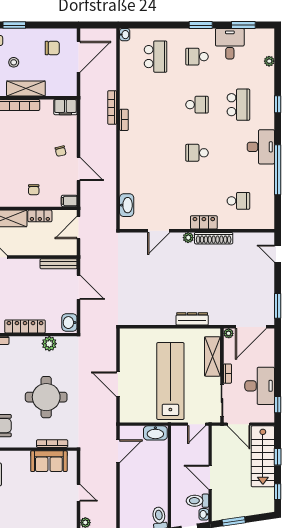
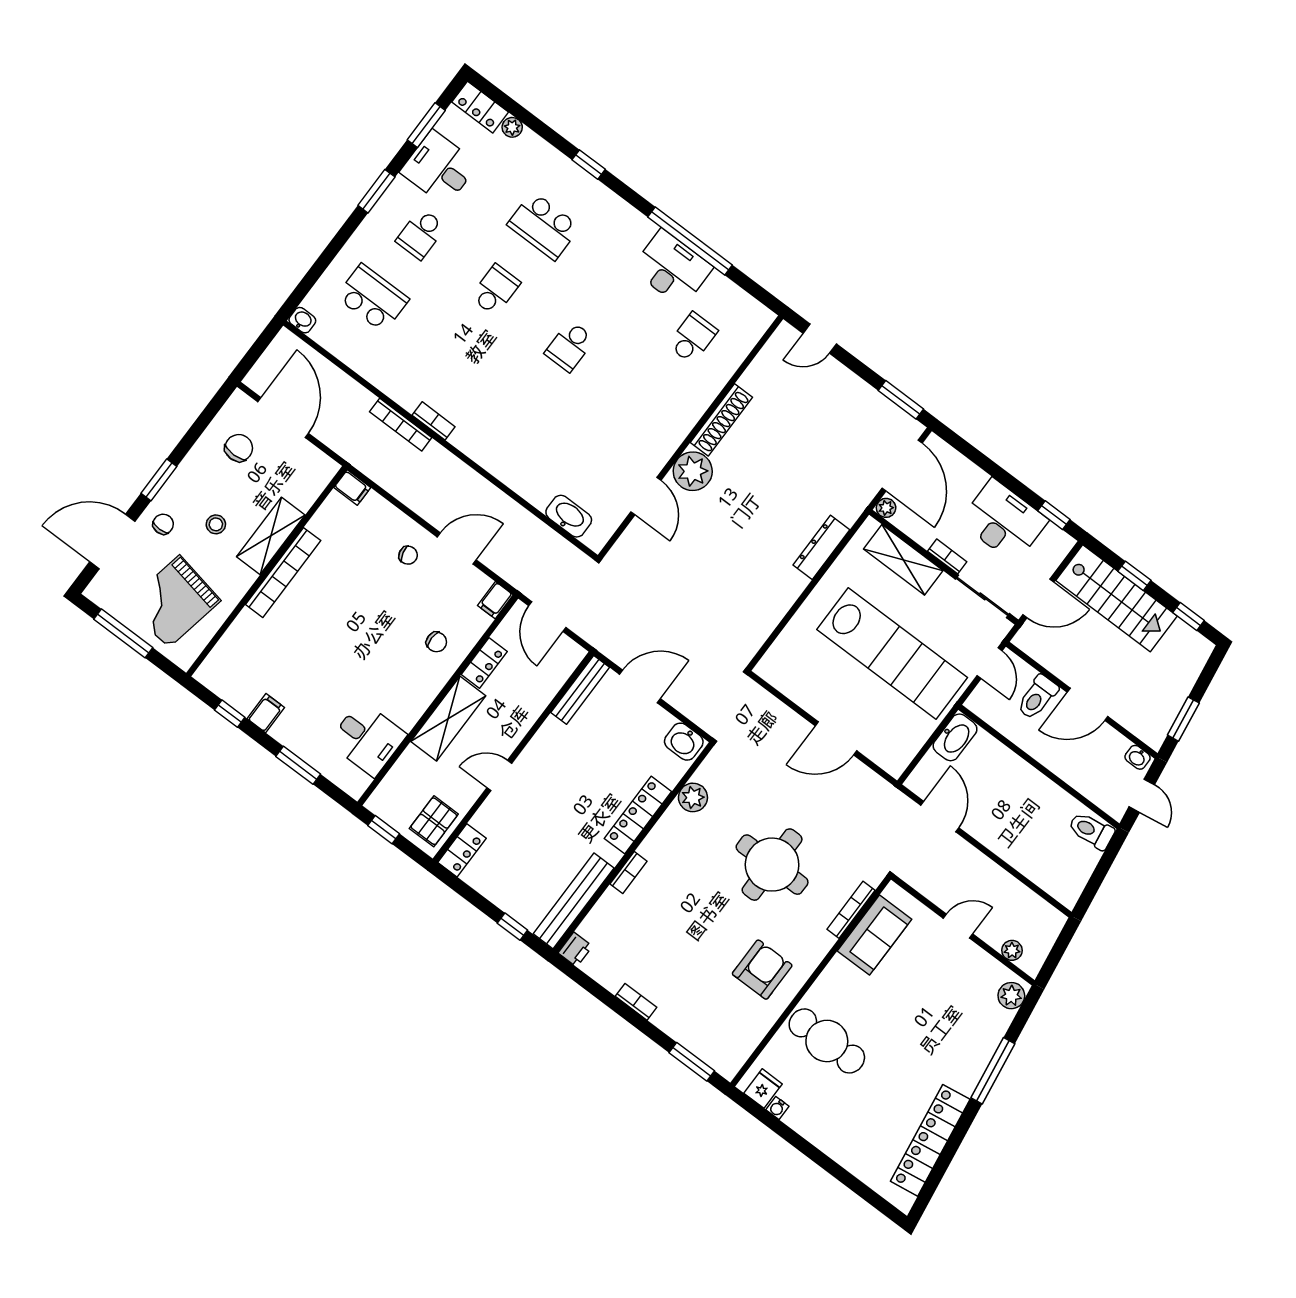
school desk: (238, 105) -> (544, 226), turned 180
filing cabinet: (65, 107) -> (352, 488), width x0.50
desk: (261, 147) -> (672, 268), moved
locker: (204, 222) -> (480, 107), moved, turned -90
plant: (188, 238) -> (693, 471), width x1.88, depth x1.88
lab bench: (170, 381) -> (892, 653), turned 180
toilet: (197, 501) -> (1037, 697), moved

